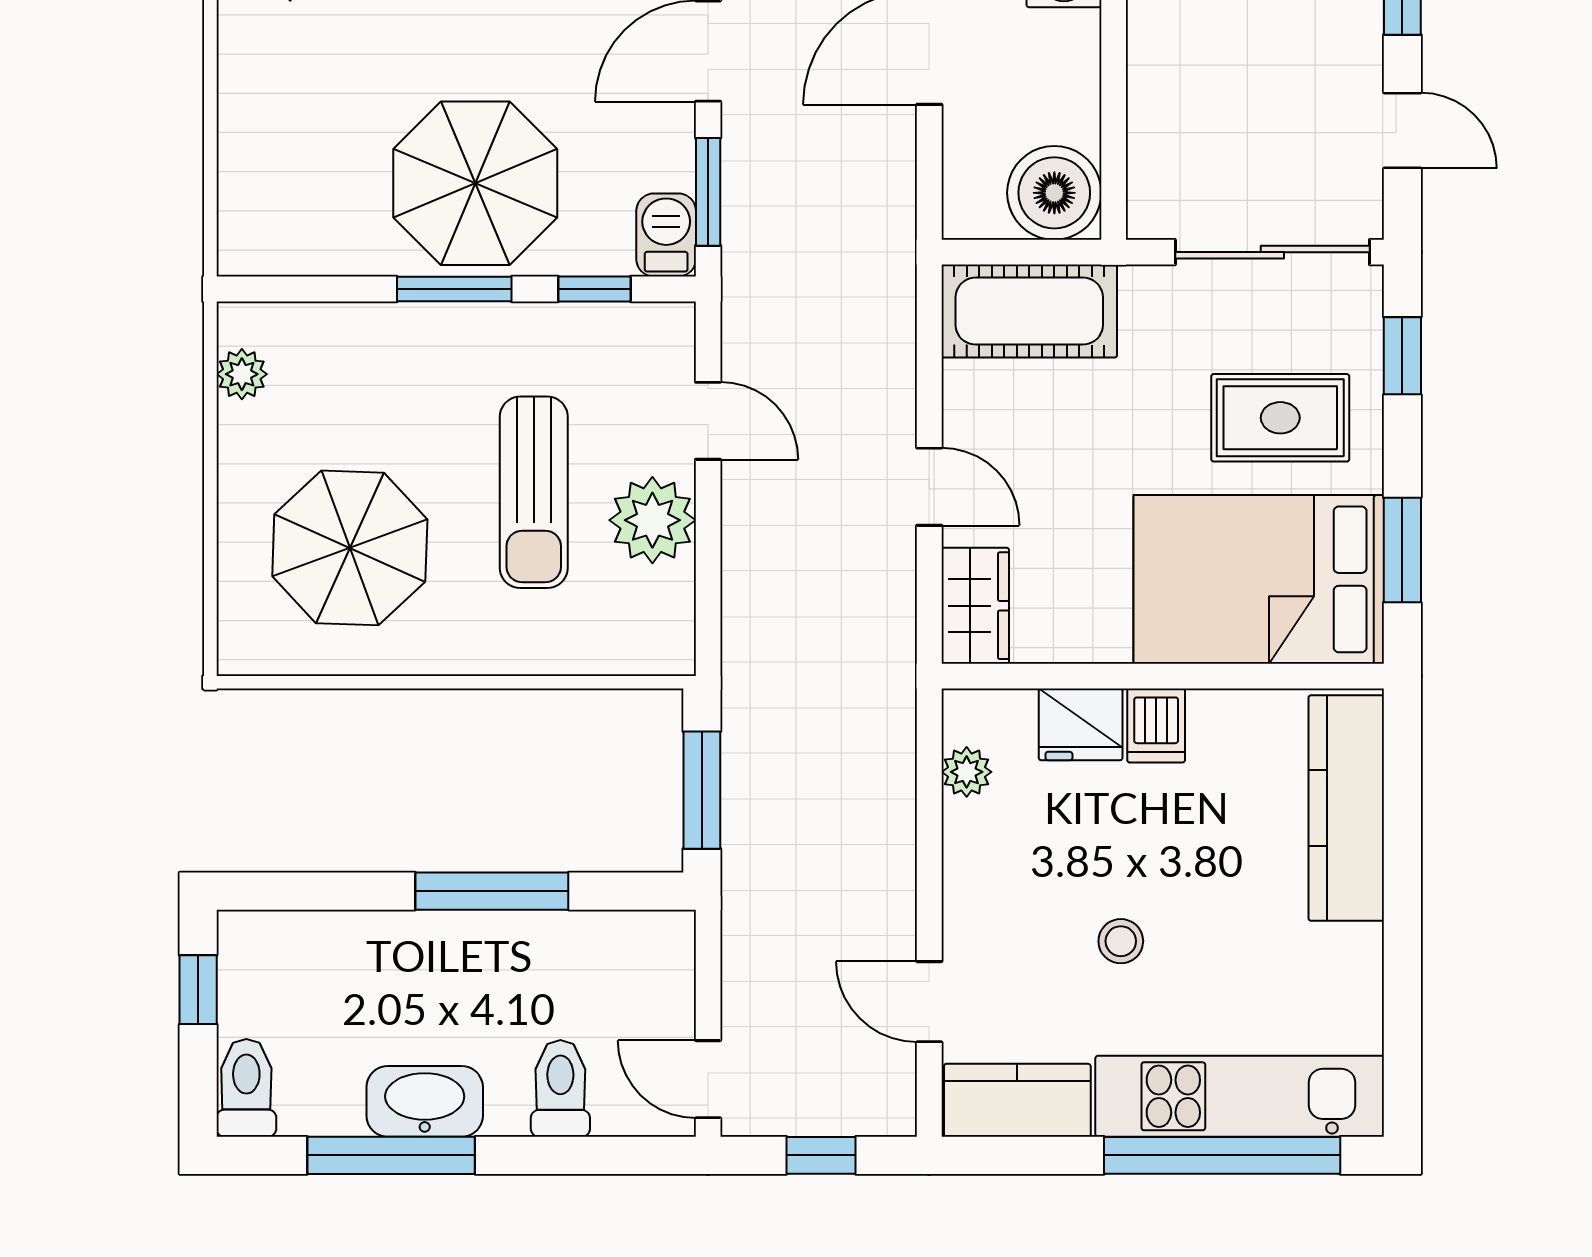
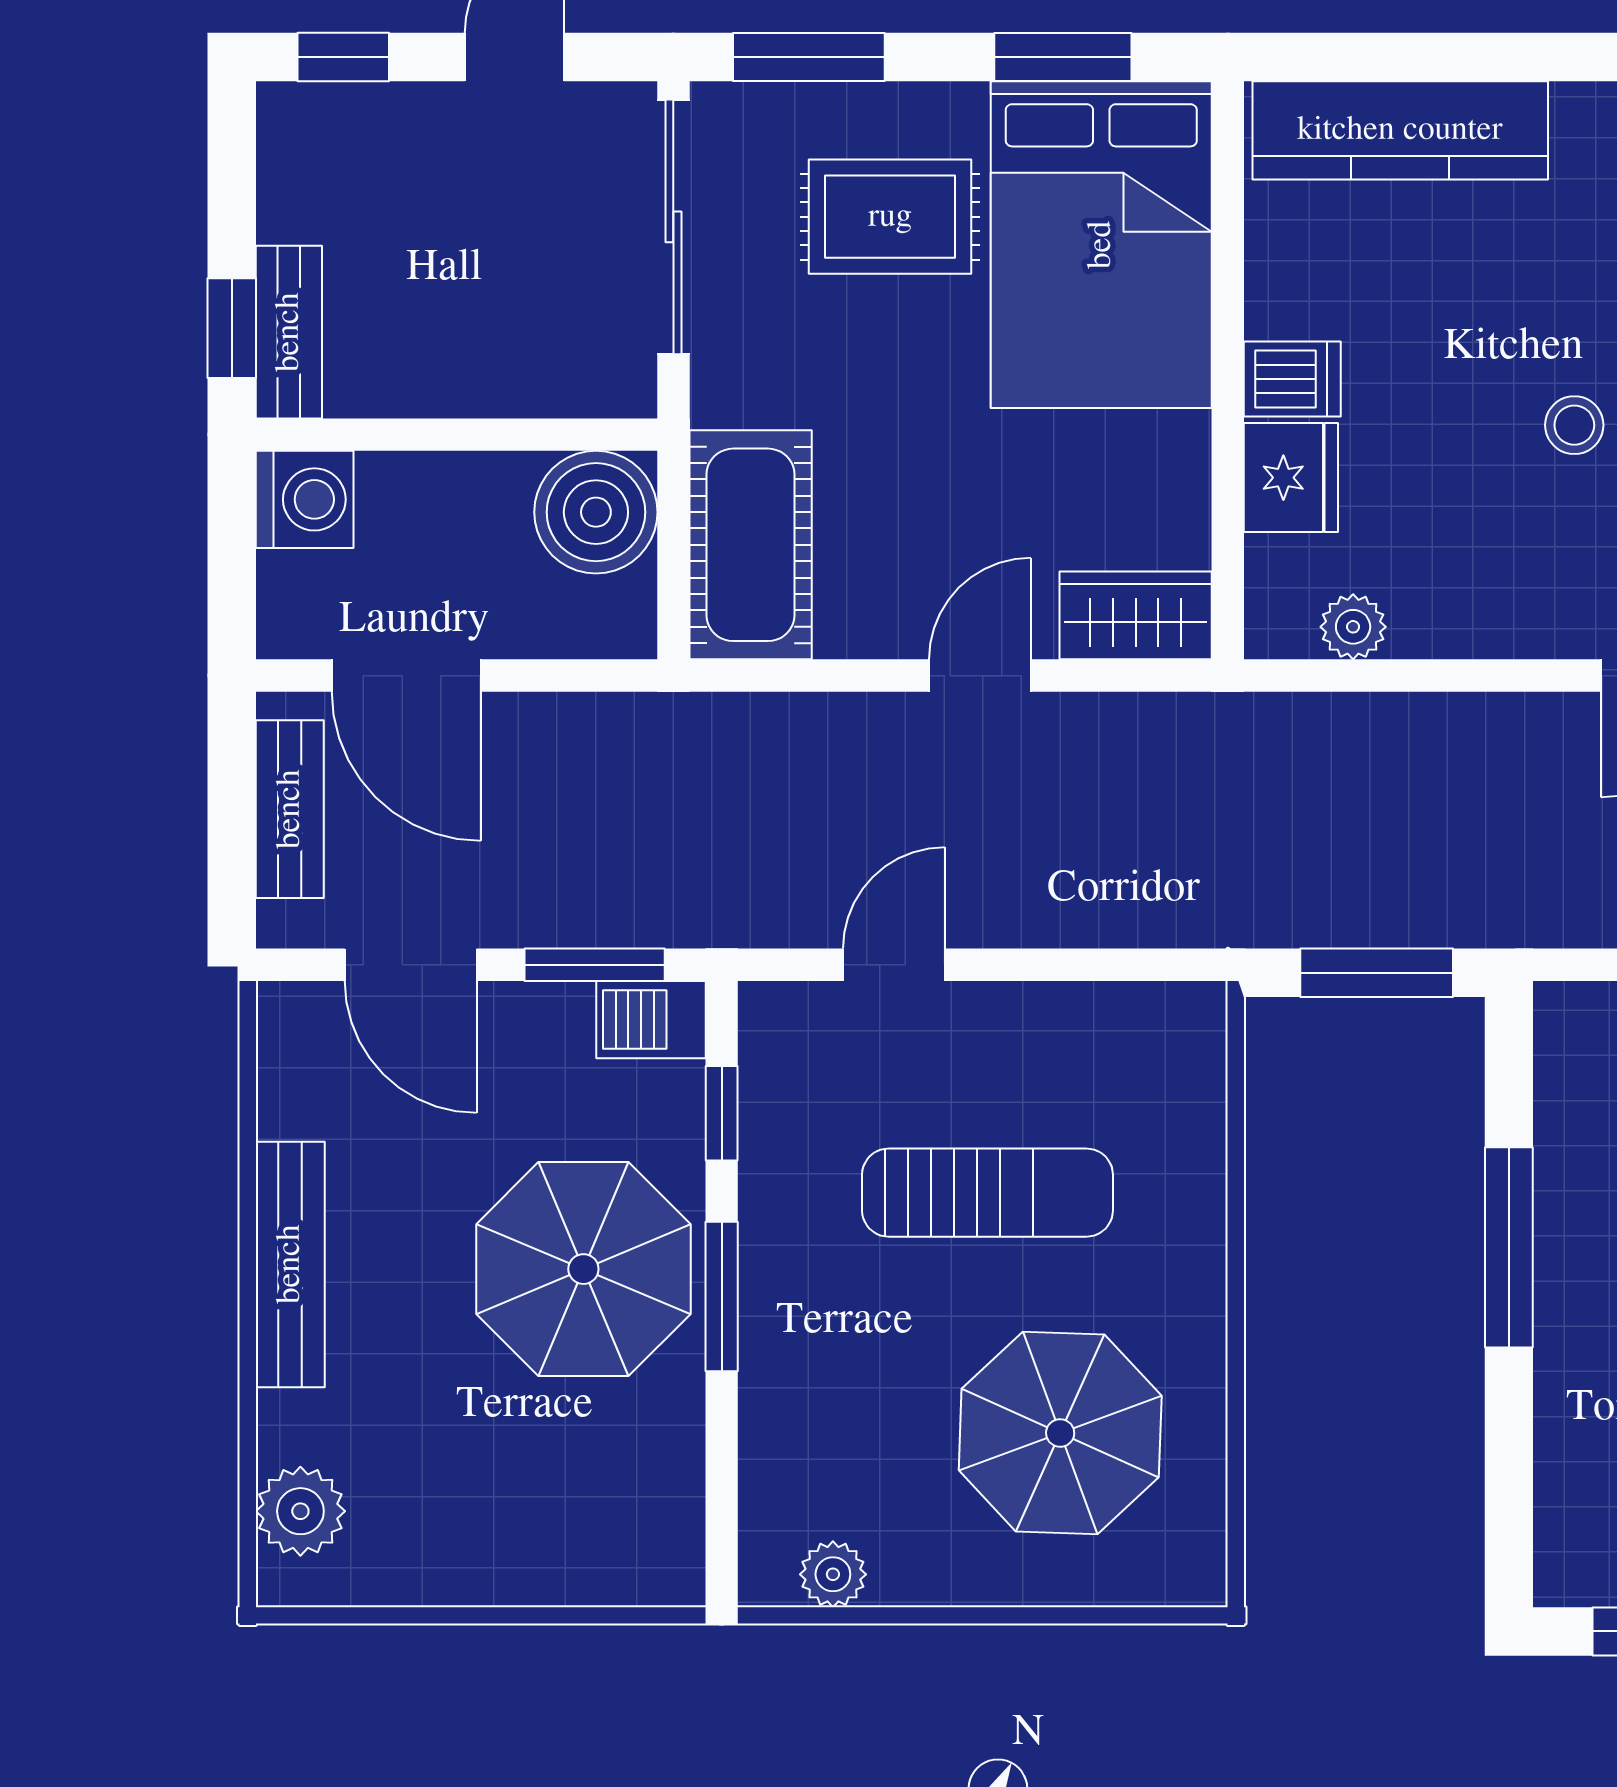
window: (1402, 356) -> (809, 57), width x1.50
rug: (1280, 418) -> (890, 217), turned 90
plant: (652, 520) -> (1024, 1037), removed

